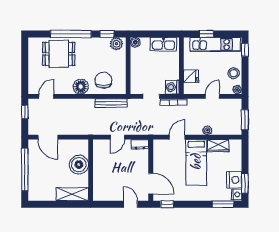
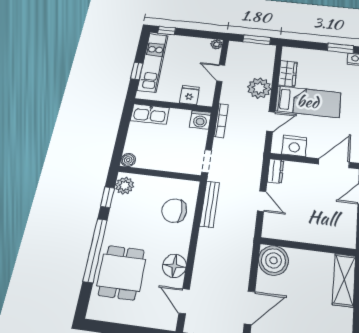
kitchen sink: (163, 44) -> (150, 114), moved, turned 90
stool: (234, 73) -> (194, 46), removed
floor lamp: (81, 87) -> (174, 266), moved
doorway: (151, 96) -> (207, 161), moved
plant: (207, 130) -> (259, 88), width x1.88, depth x1.88
door: (177, 137) -> (271, 122), swing flipped
boiler: (79, 165) -> (273, 260), moved
nightstand: (234, 180) -> (294, 146), moved, turned 180

